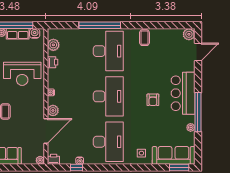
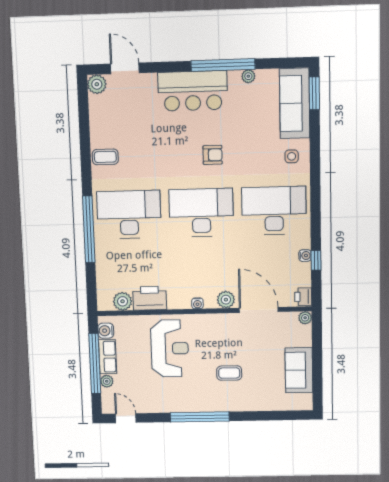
printer: (52, 62) -> (150, 298), width x1.87, depth x1.48
armchair: (153, 100) -> (213, 155), moved

